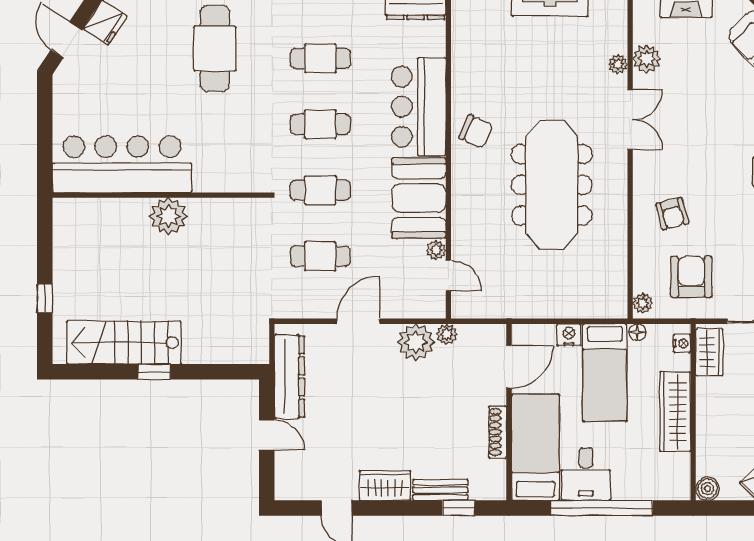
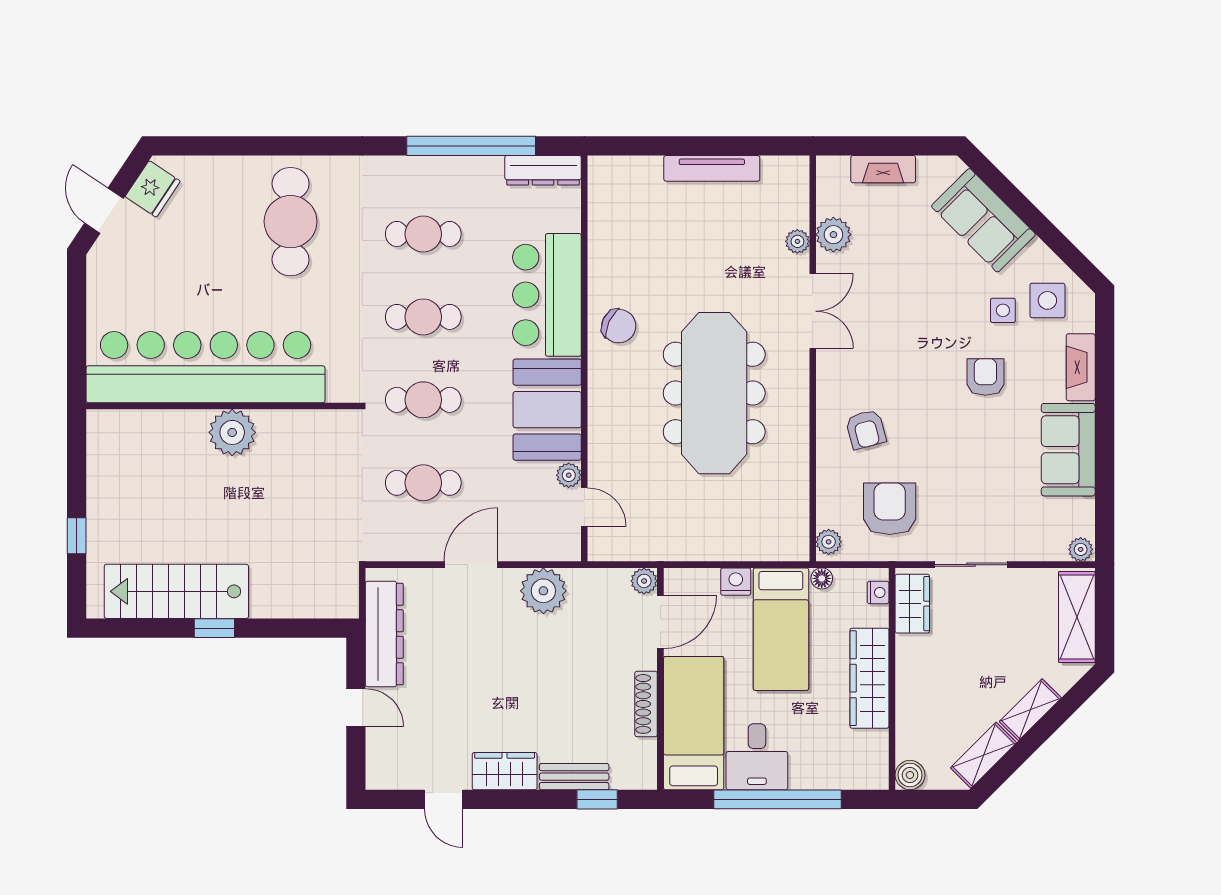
bar counter: (122, 164) -> (206, 367), width x1.36
plant: (447, 334) -> (644, 581), moved

